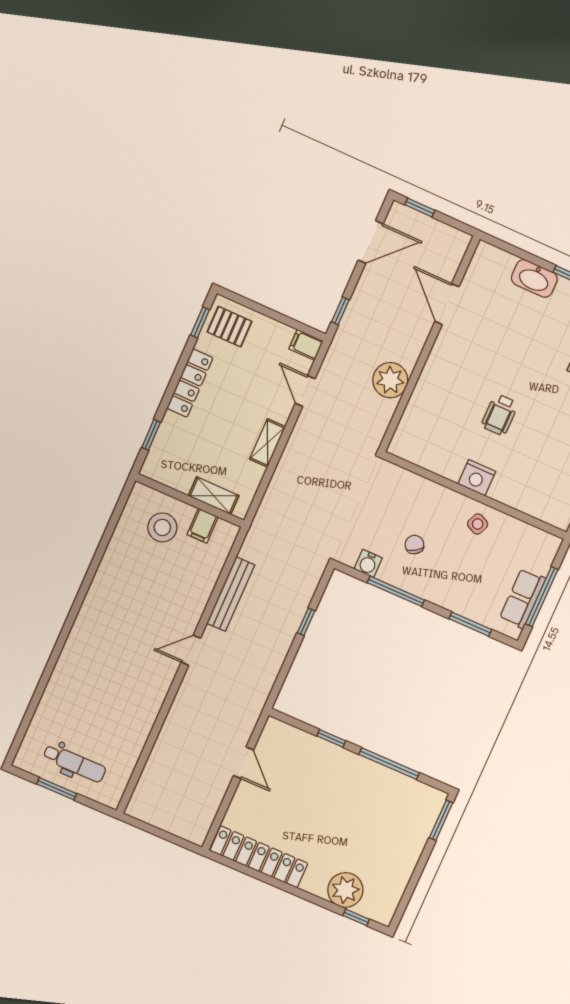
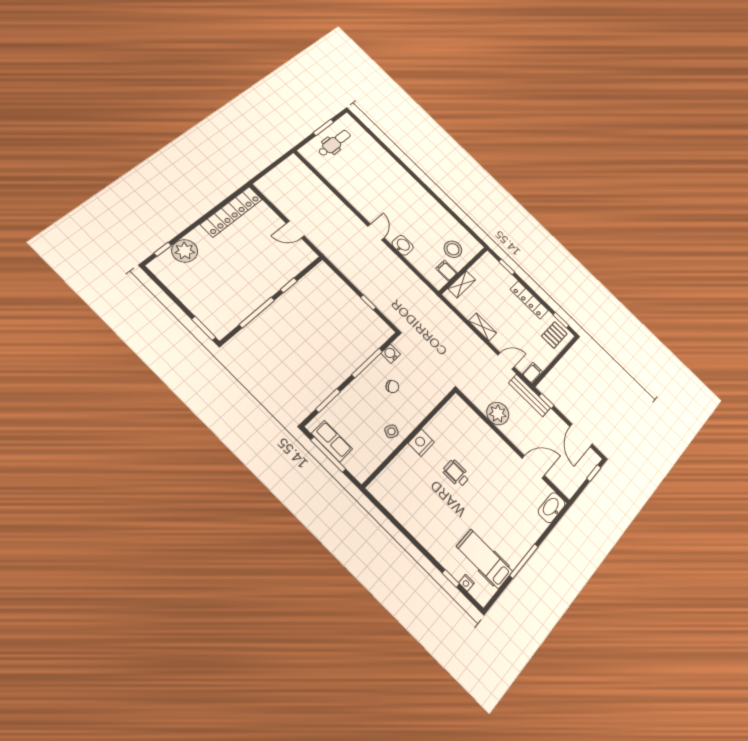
washbasin: (534, 278) -> (552, 508), moved
bench: (231, 594) -> (529, 395), moved
washbasin: (193, 604) -> (403, 245), added
dental chair: (75, 763) -> (334, 143), turned 180

